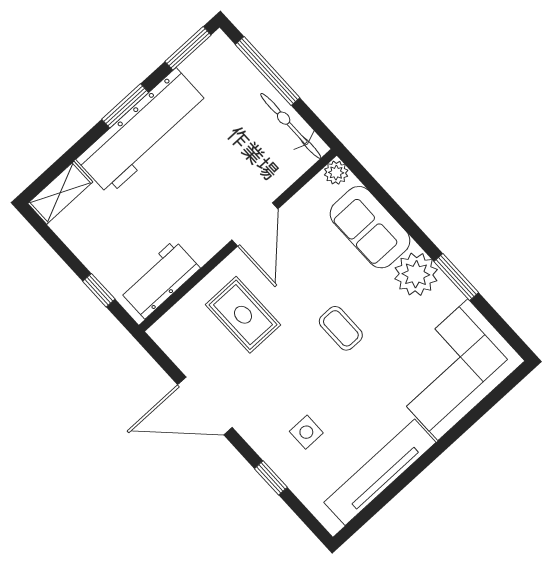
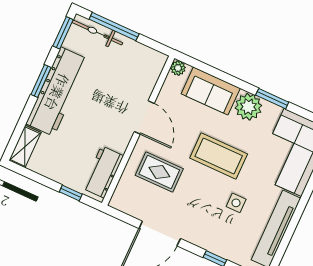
bicycle: (291, 126) -> (97, 33), moved
coffee table: (341, 328) -> (219, 156), width x1.86, depth x1.72
side table: (306, 432) -> (236, 203), moved

